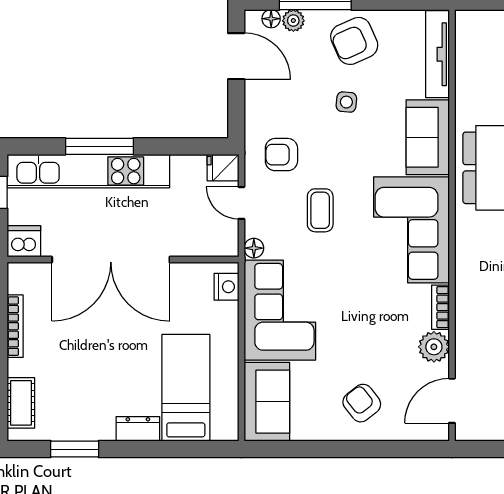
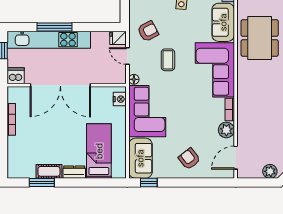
armchair: (281, 155) -> (148, 31), turned 152
cot: (21, 403) -> (49, 171), moved, turned 90
window: (283, 449) -> (149, 182), added

